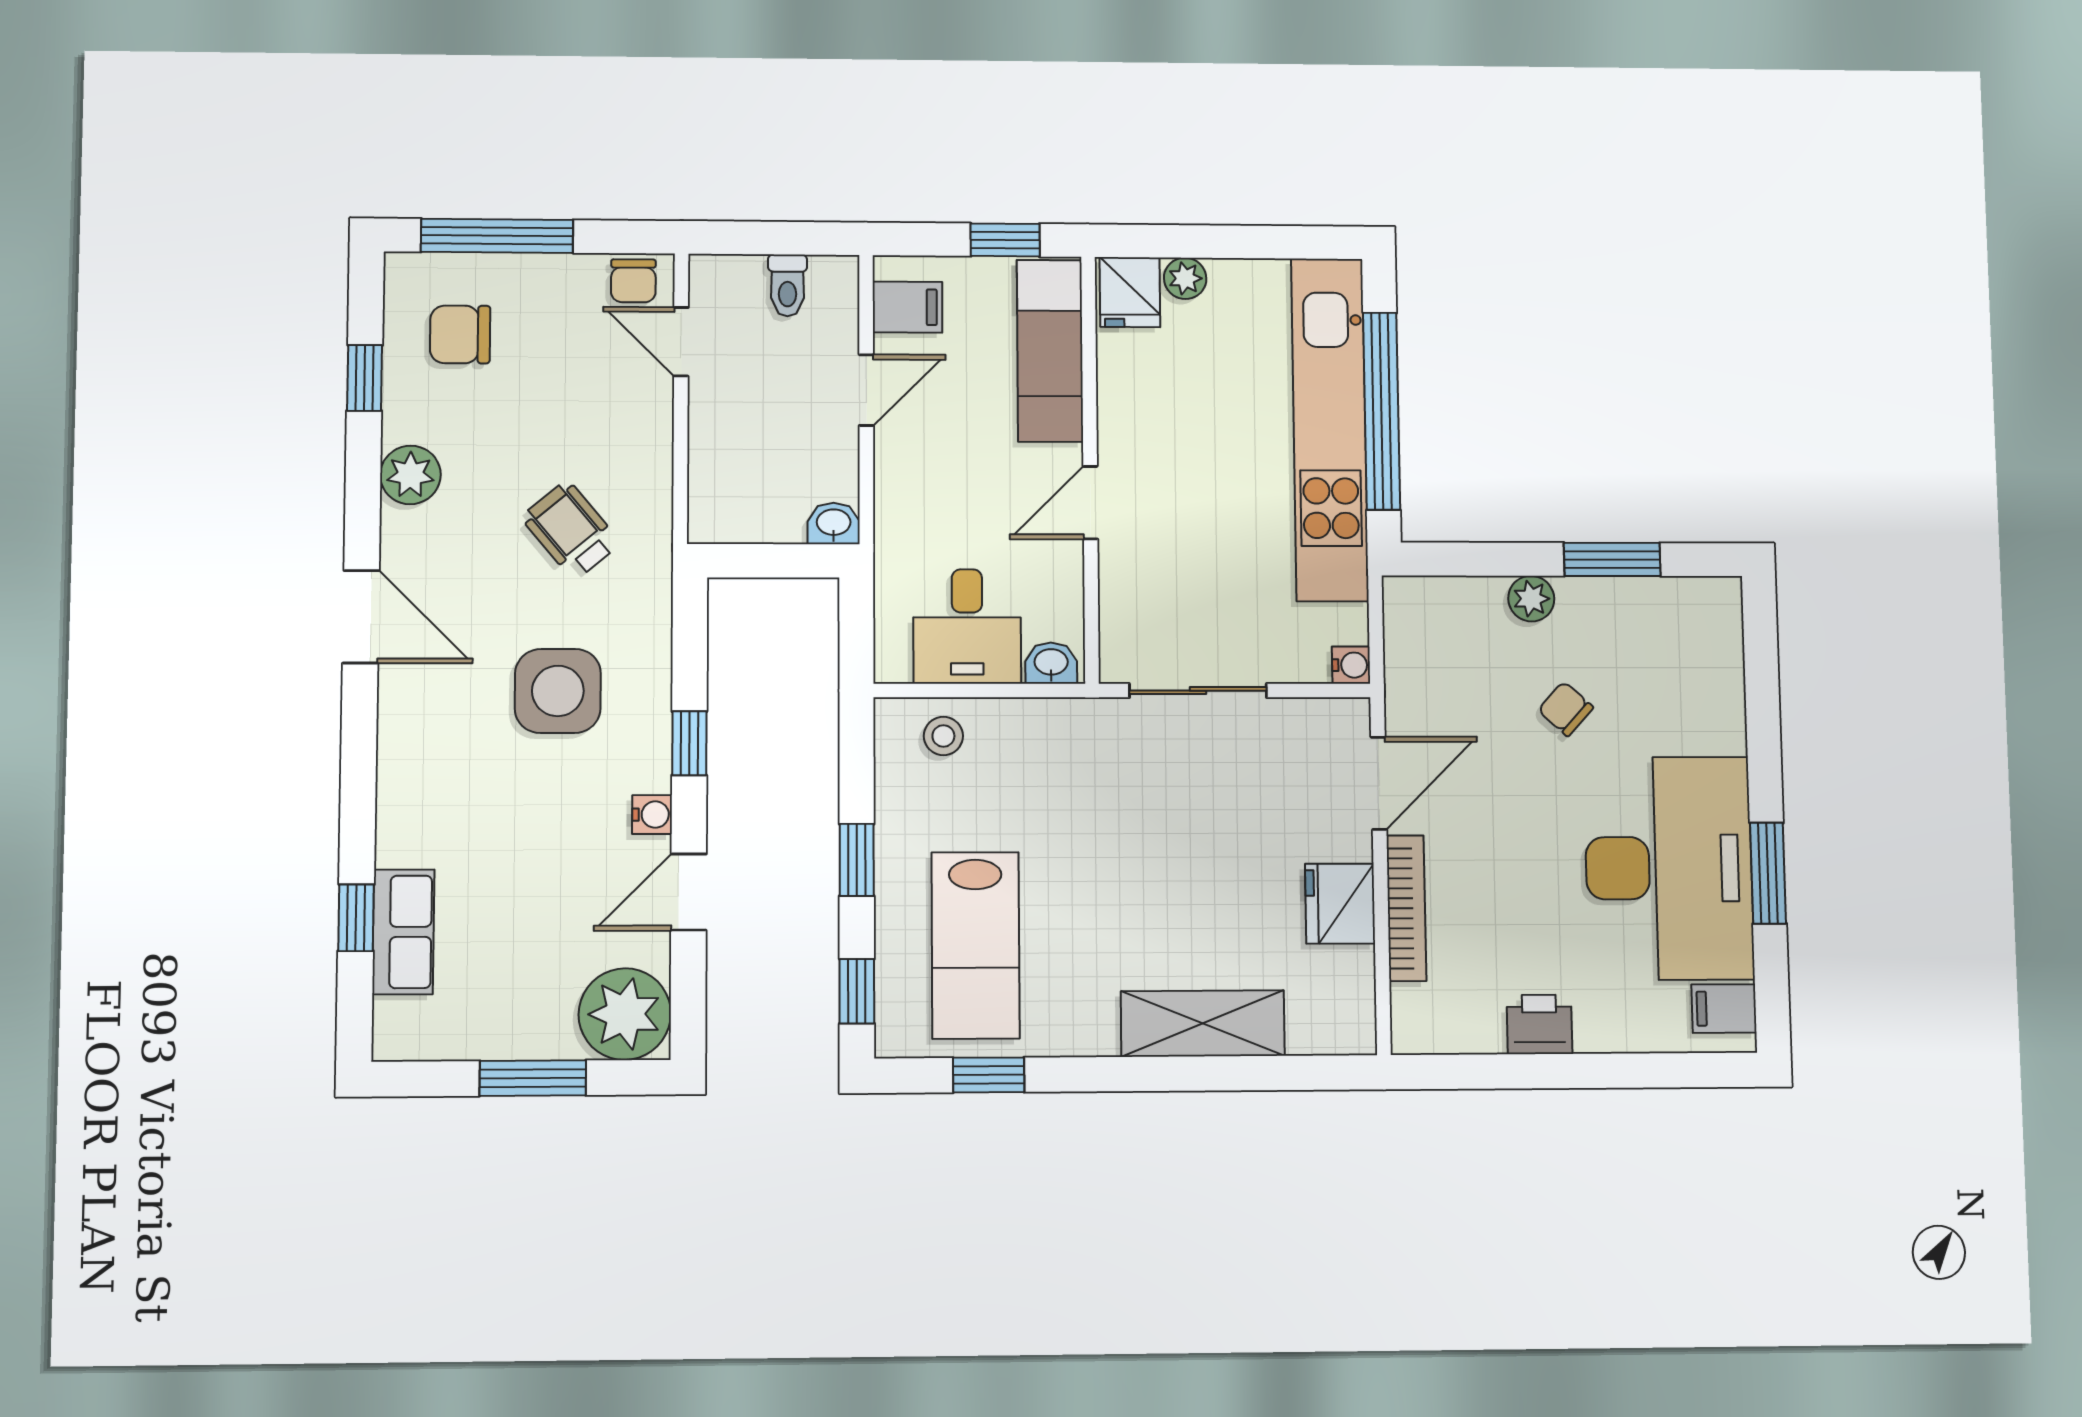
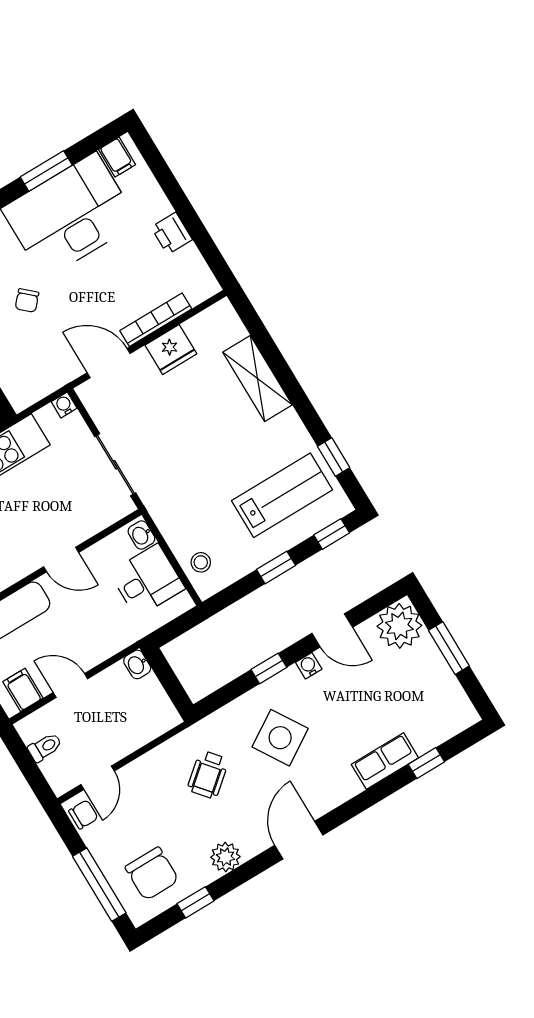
chair: (460, 334) -> (152, 874), width x1.37, depth x1.37
side table: (558, 691) -> (280, 738), turned -32
row of seats: (403, 932) -> (385, 761), moved

